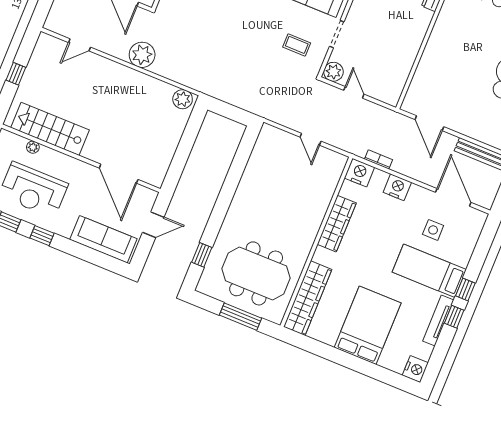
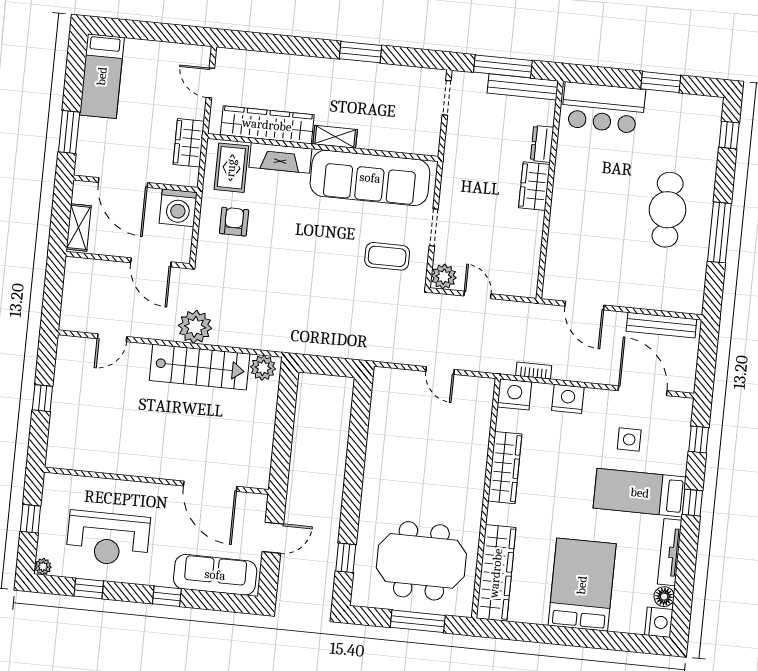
wardrobe: (419, 26) -> (534, 186), added
coffee table: (297, 45) -> (387, 256), width x1.36, depth x1.30
stairs: (50, 129) -> (200, 367), moved, turned 180
plant: (33, 147) -> (91, 485), removed
window: (42, 236) -> (167, 596), moved
window: (454, 317) -> (699, 439), moved
floor lamp: (425, 352) -> (664, 597), added

